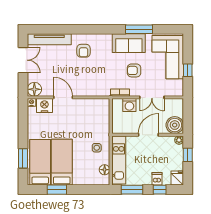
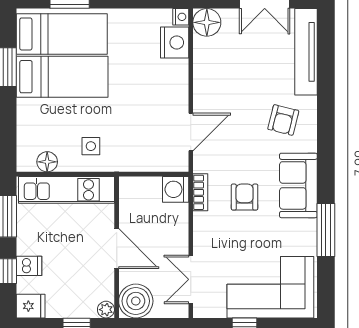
sofa: (129, 43) -> (298, 185), moved
armchair: (83, 51) -> (283, 120), turned -76
armchair: (134, 70) -> (245, 197), moved
door: (63, 97) -> (191, 132), moved
double door: (152, 97) -> (191, 279), moved
washing machine: (129, 105) -> (176, 189), moved

